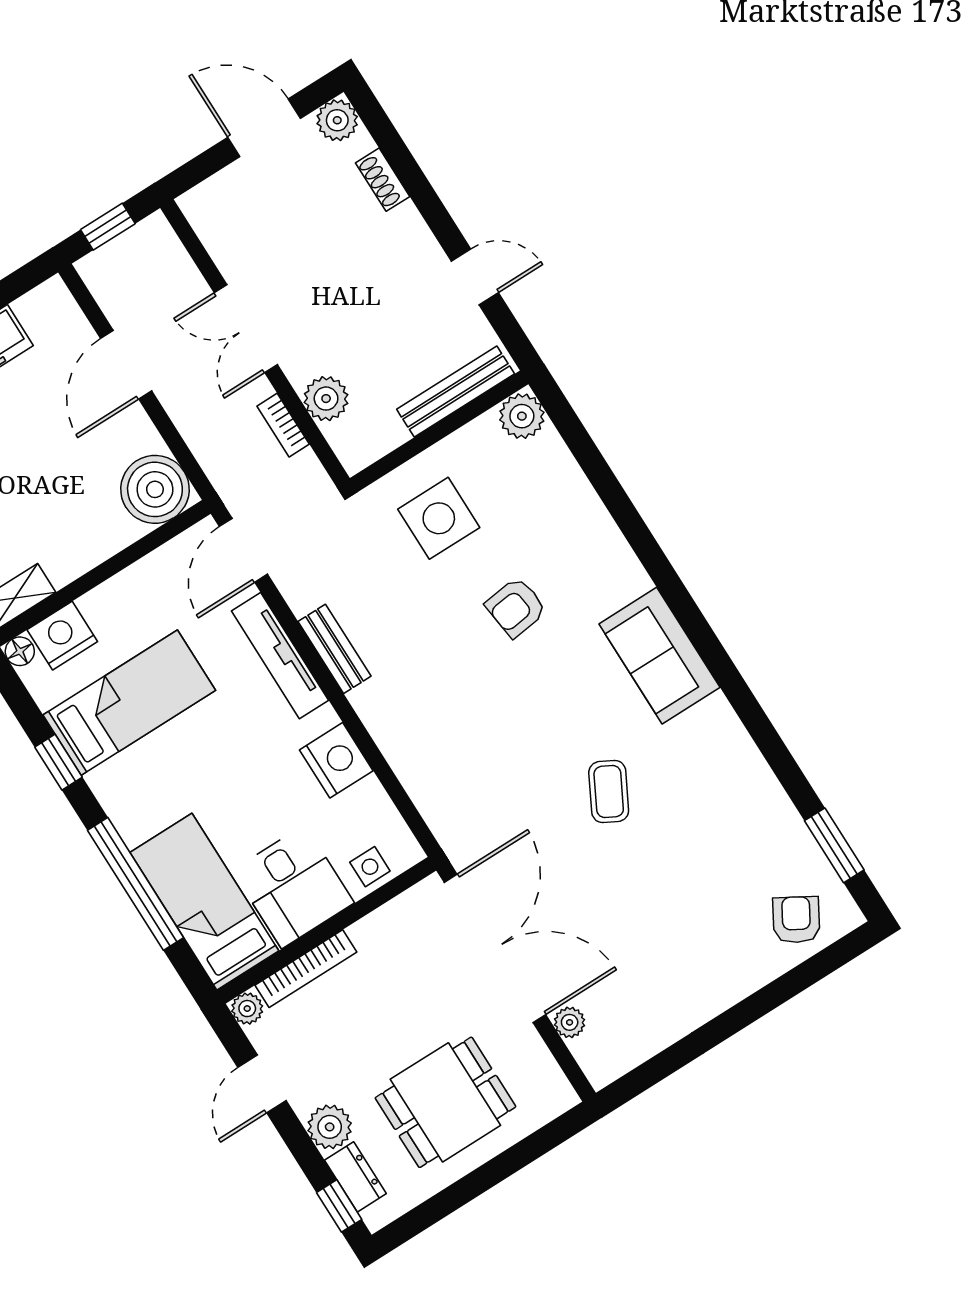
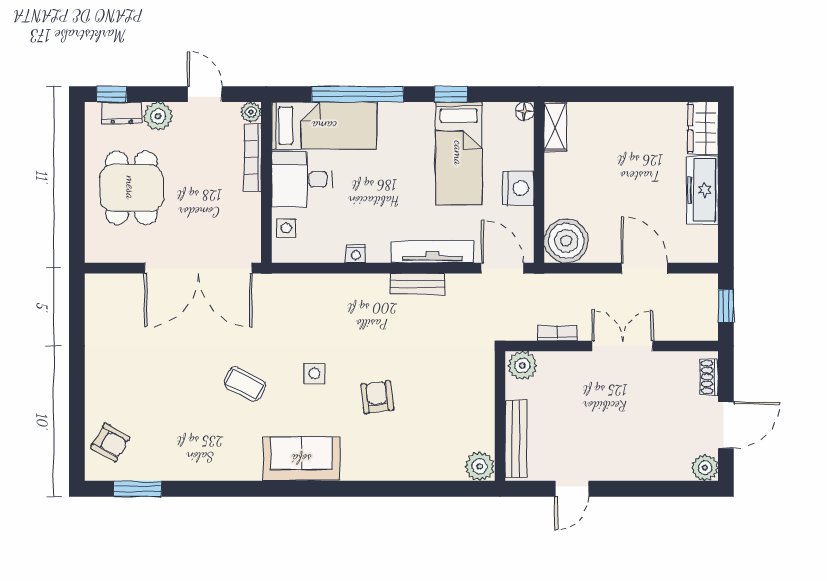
shoe rack: (383, 180) -> (709, 377), moved, turned -90
plant: (326, 399) -> (522, 366), moved
side table: (439, 518) -> (314, 373), moved, width x0.54, depth x0.54
nightstand: (62, 636) -> (518, 188), moved
nightstand: (336, 760) -> (356, 254), width x0.53, depth x0.56
plant: (570, 1022) -> (132, 283), removed

